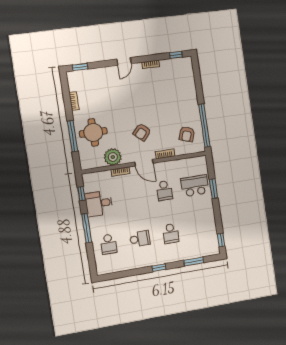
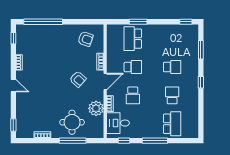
window: (204, 126) -> (43, 22), moved
school desk: (133, 196) -> (133, 95), added
desk: (99, 203) -> (118, 123), moved, turned 90
school desk: (109, 244) -> (172, 124), width x1.85

